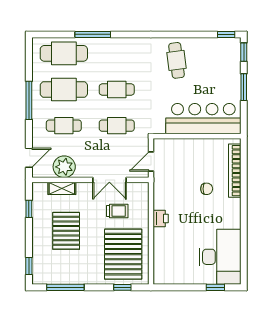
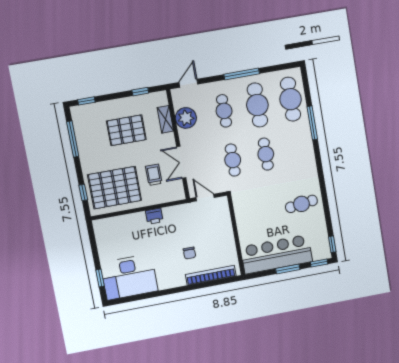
bar counter: (203, 119) -> (277, 254), moved, turned -90
door: (29, 158) -> (188, 83), swing flipped
trolley: (117, 211) -> (154, 175), turned 180

